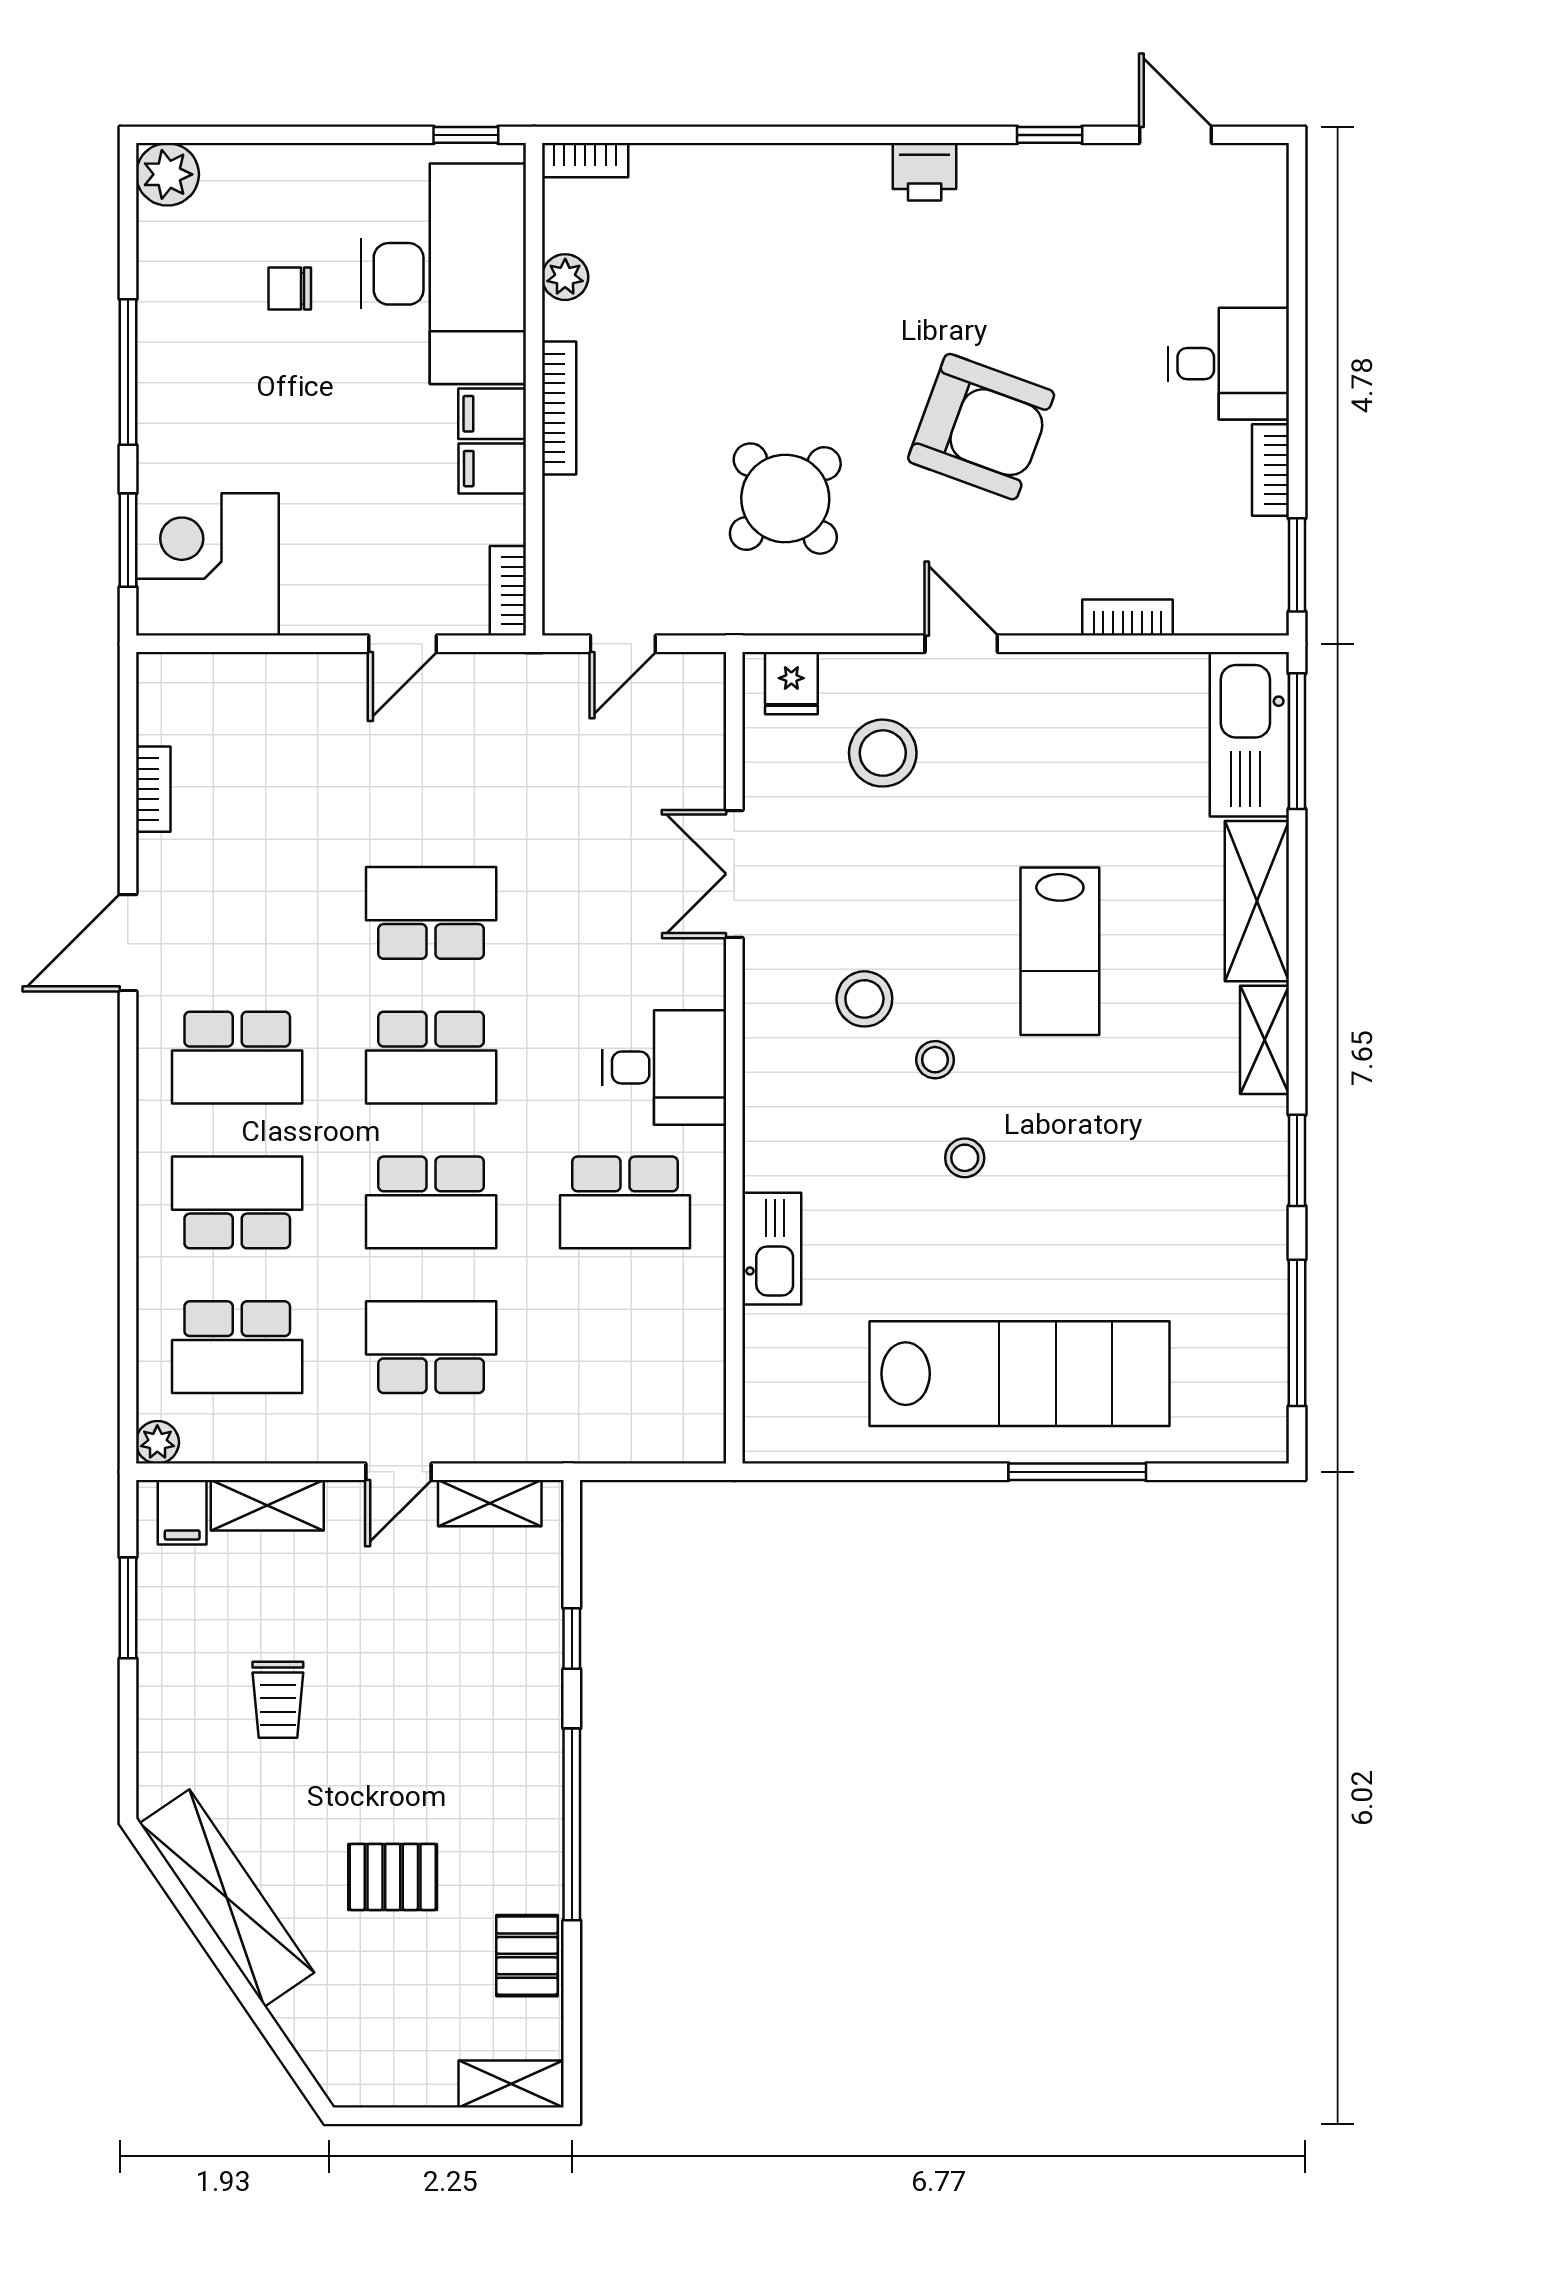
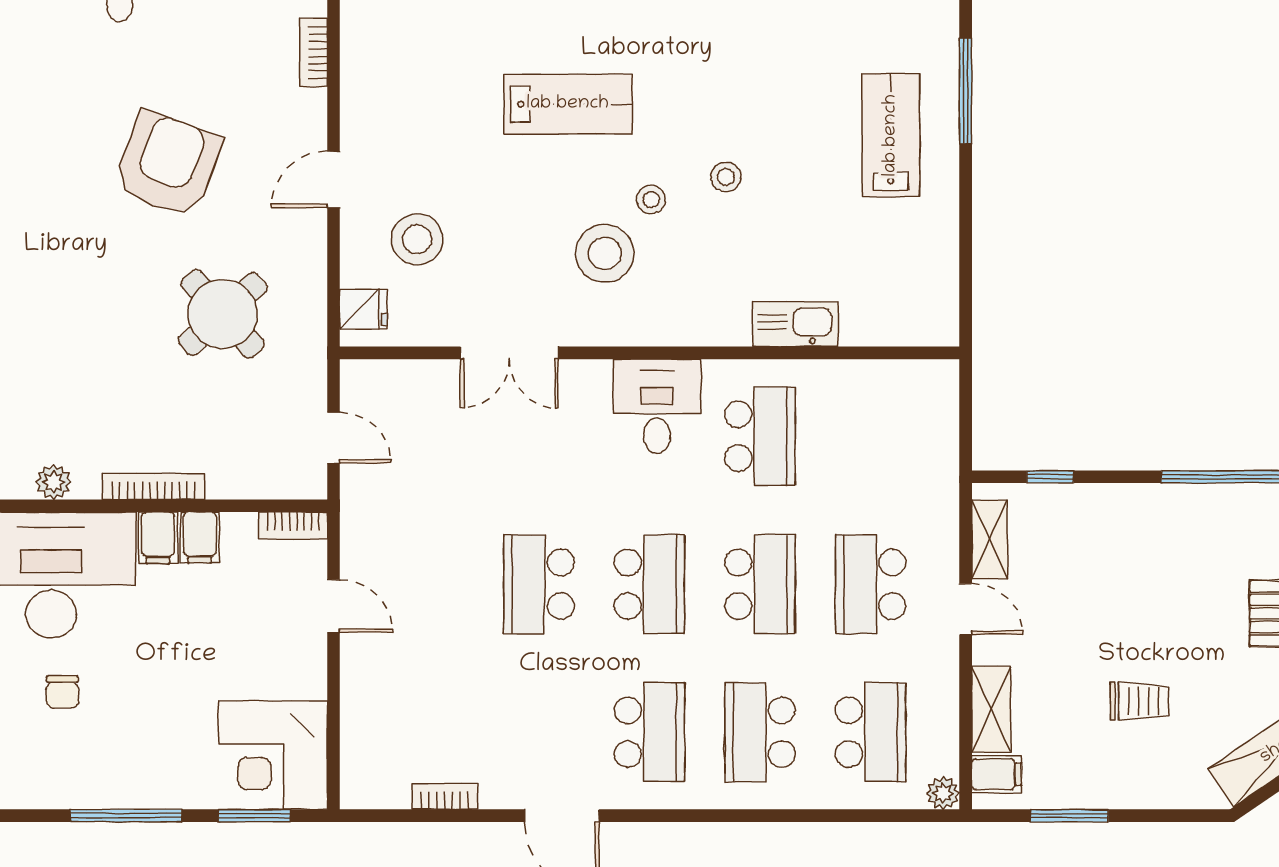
stool: (864, 999) -> (605, 253), width x1.38, depth x1.38
lab bench: (1020, 1374) -> (891, 135), width x0.54, depth x0.72
window: (572, 1639) -> (1050, 477), moved

